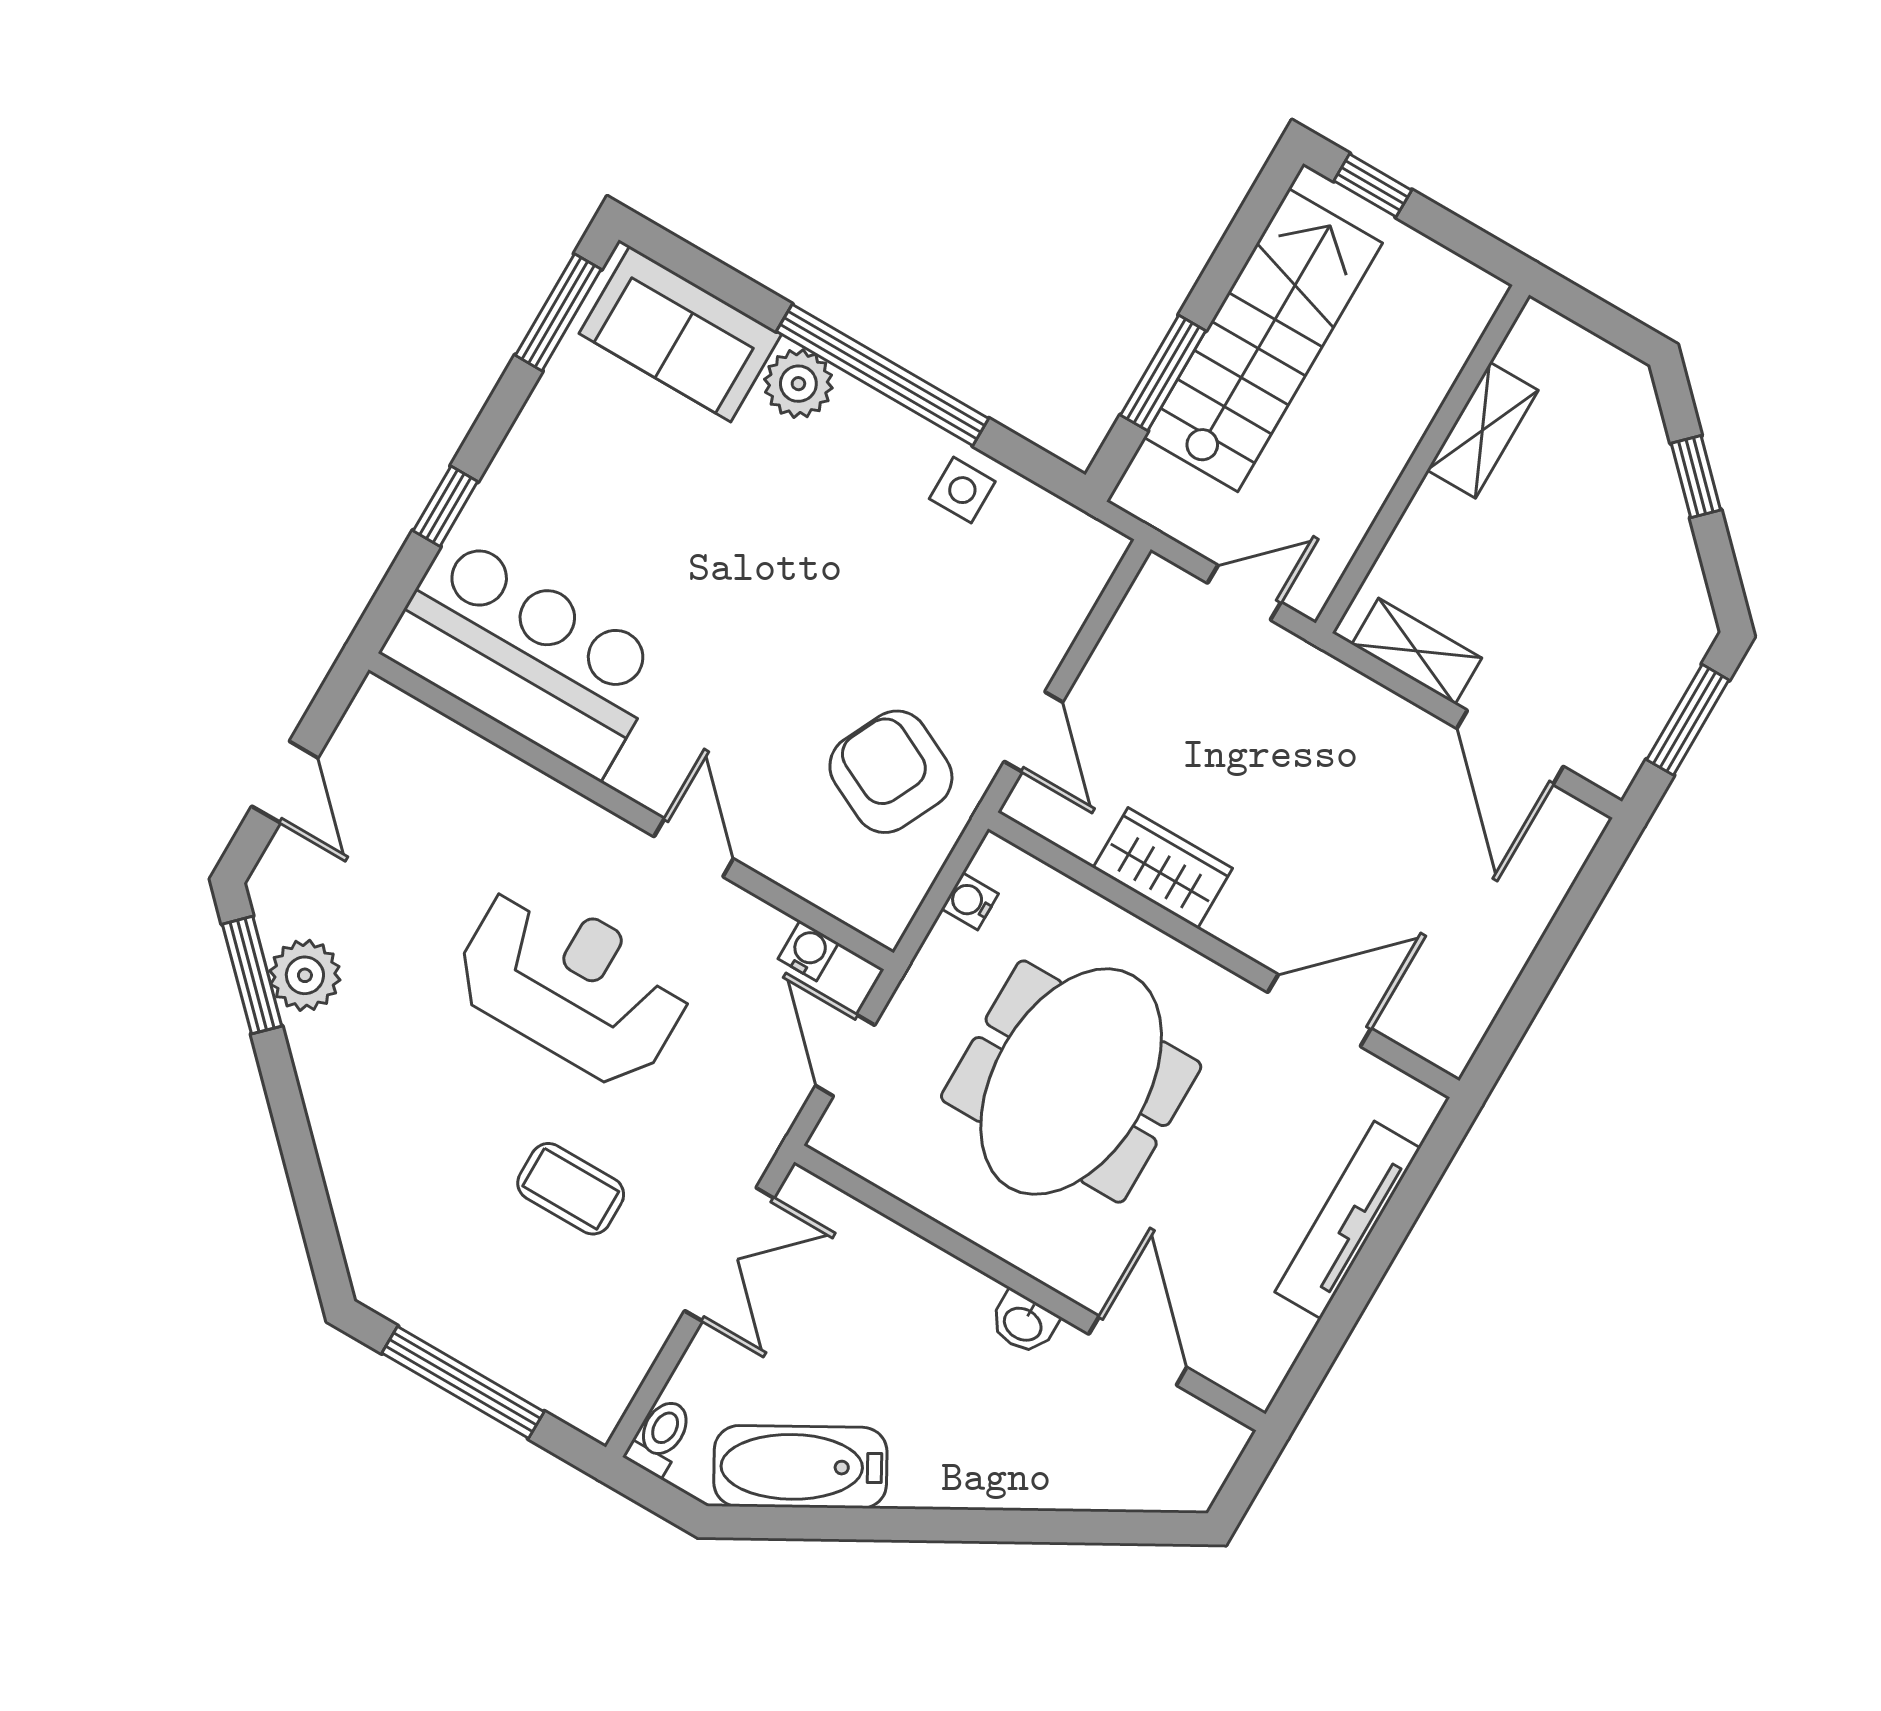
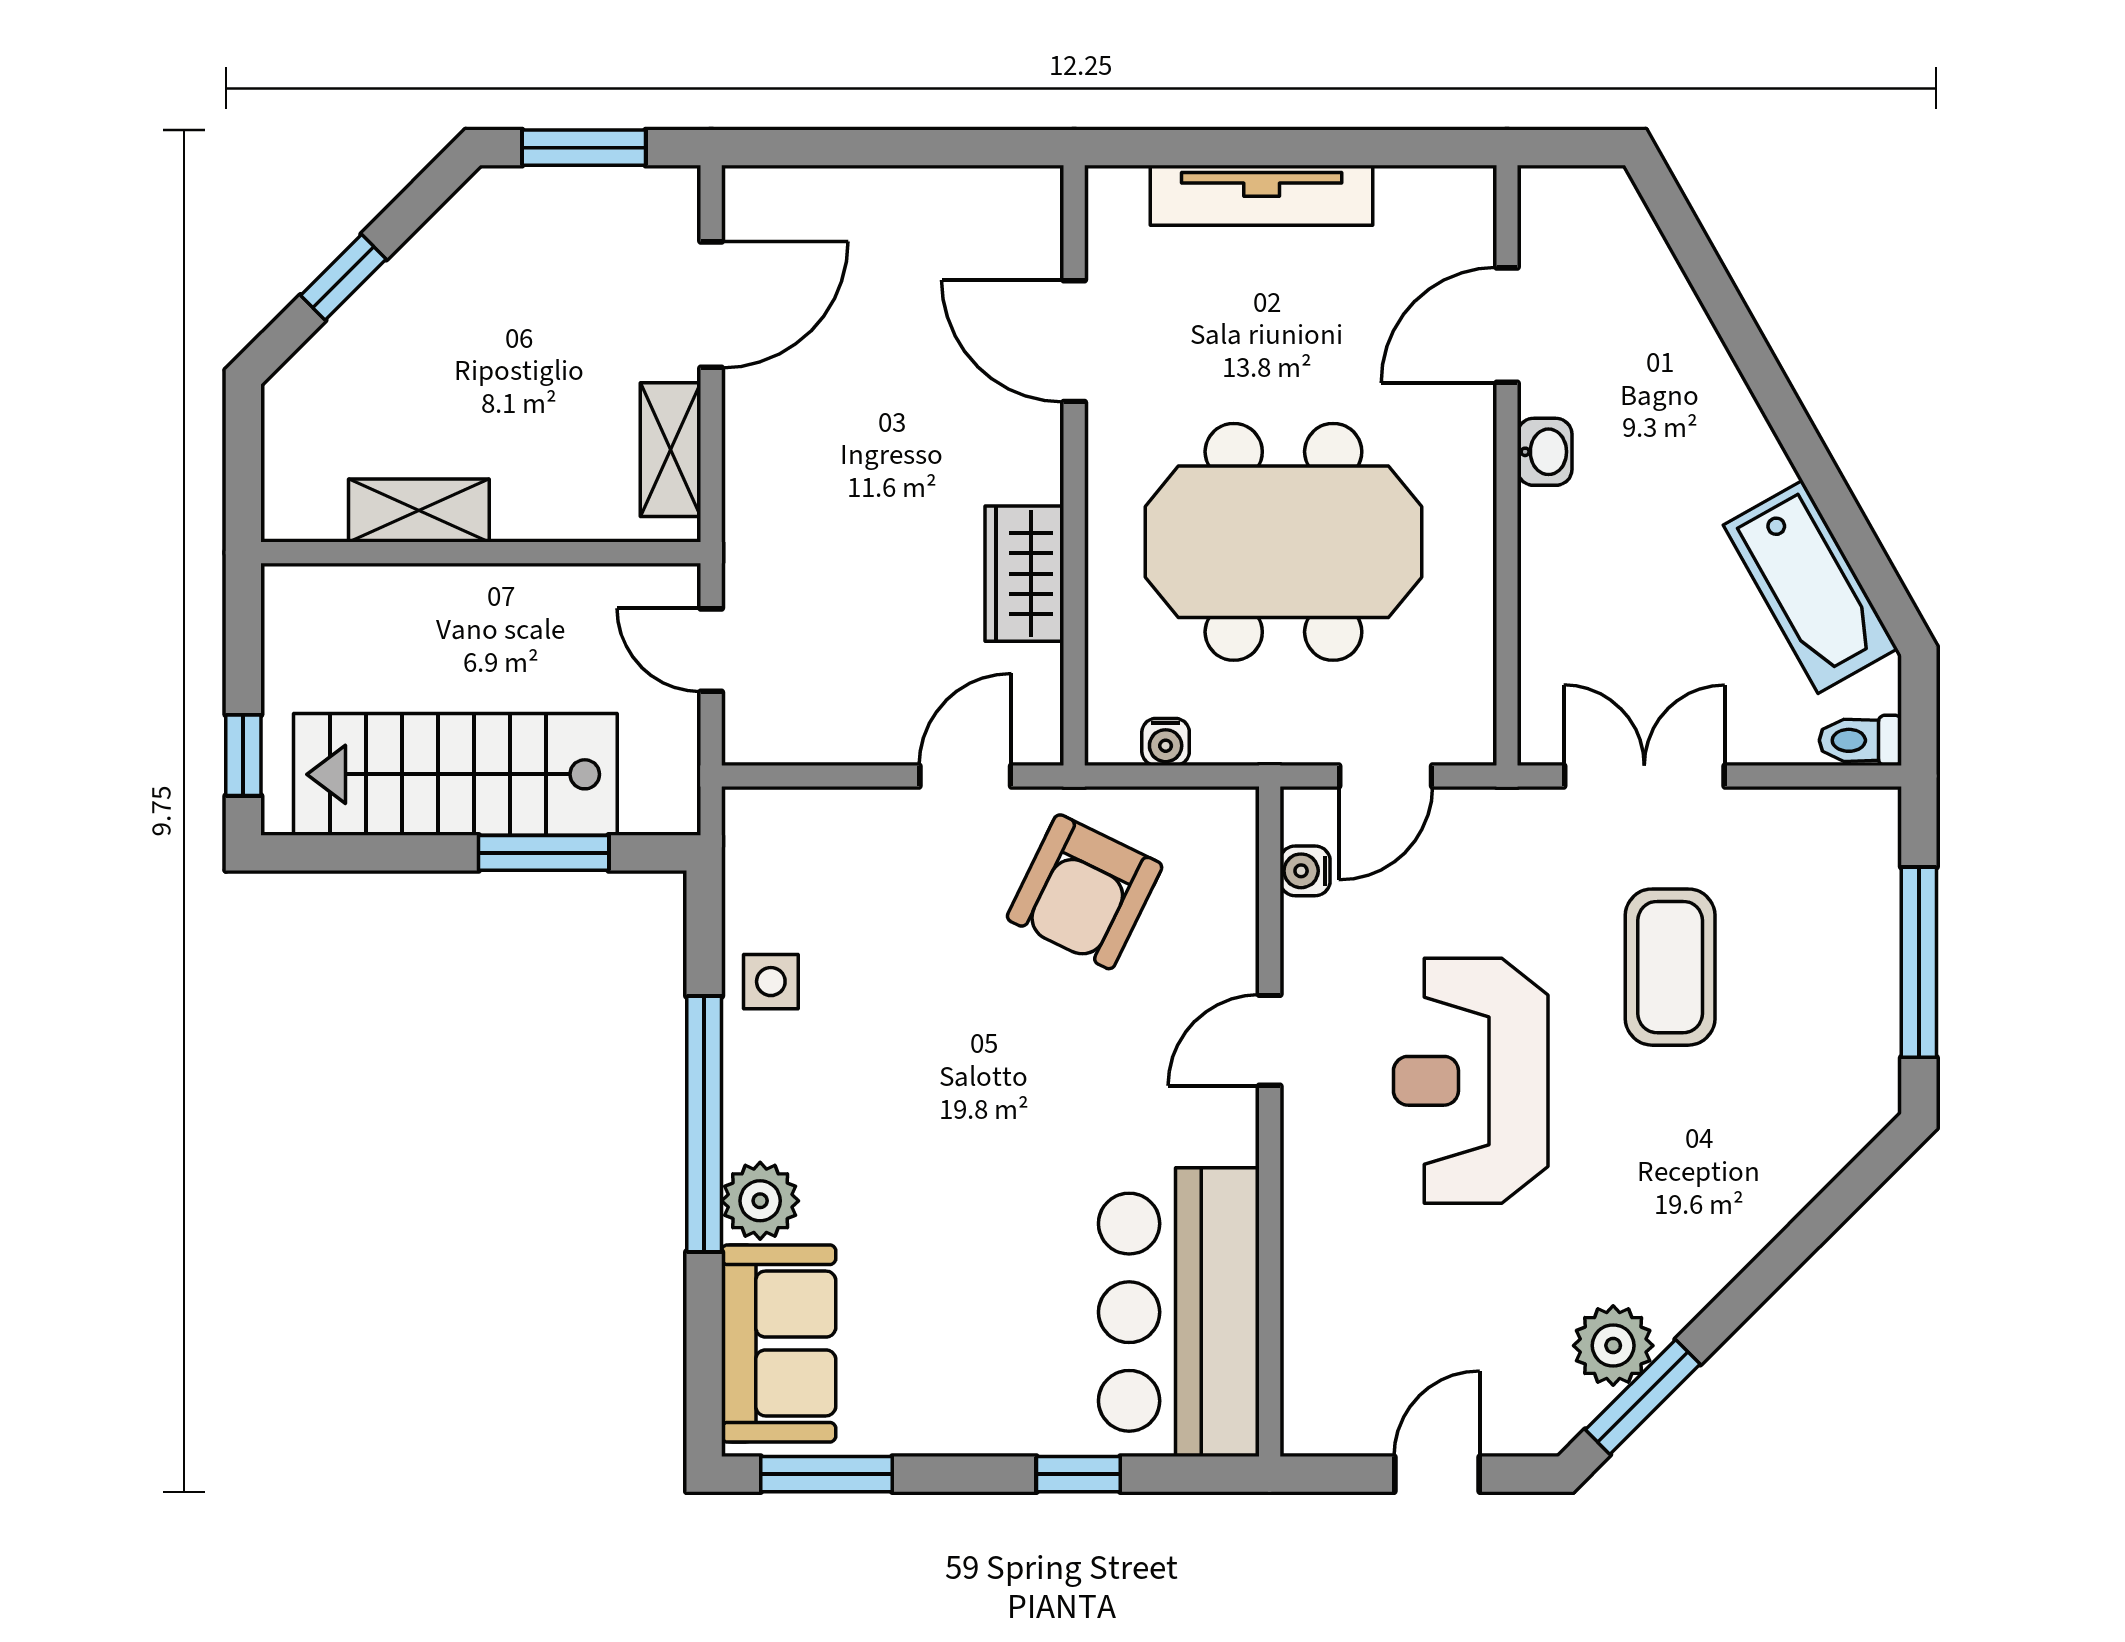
coffee table: (571, 1189) -> (1670, 967), width x1.36, depth x1.30

